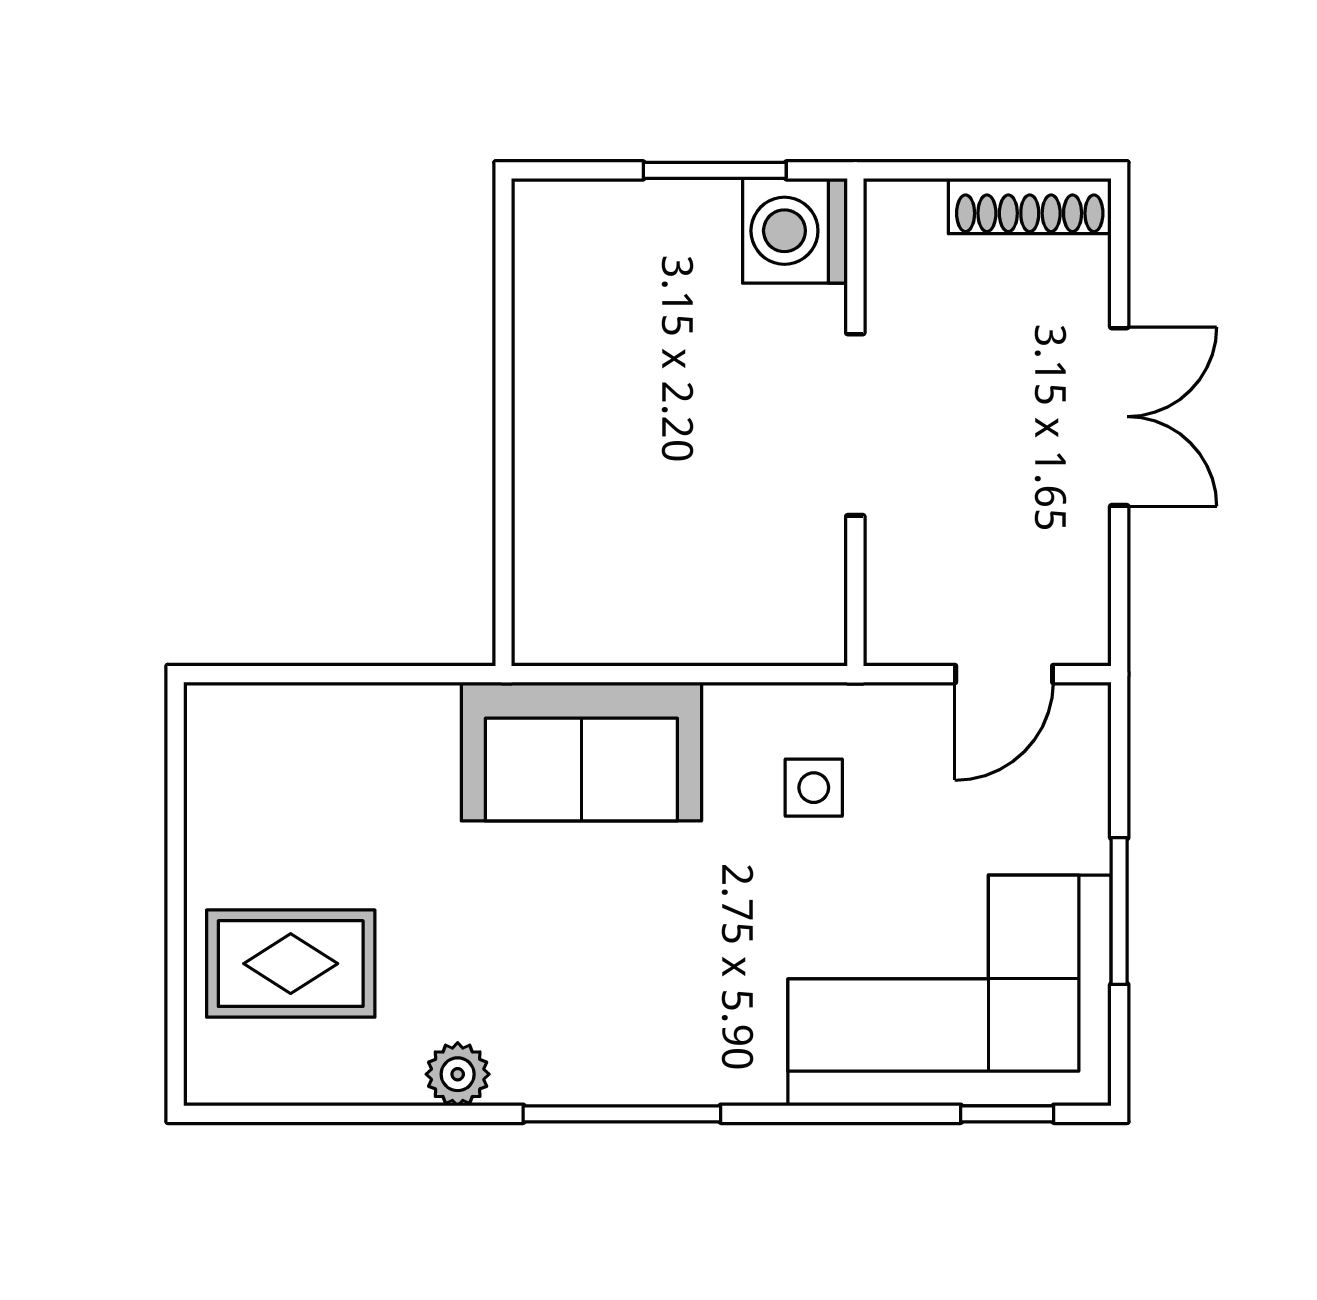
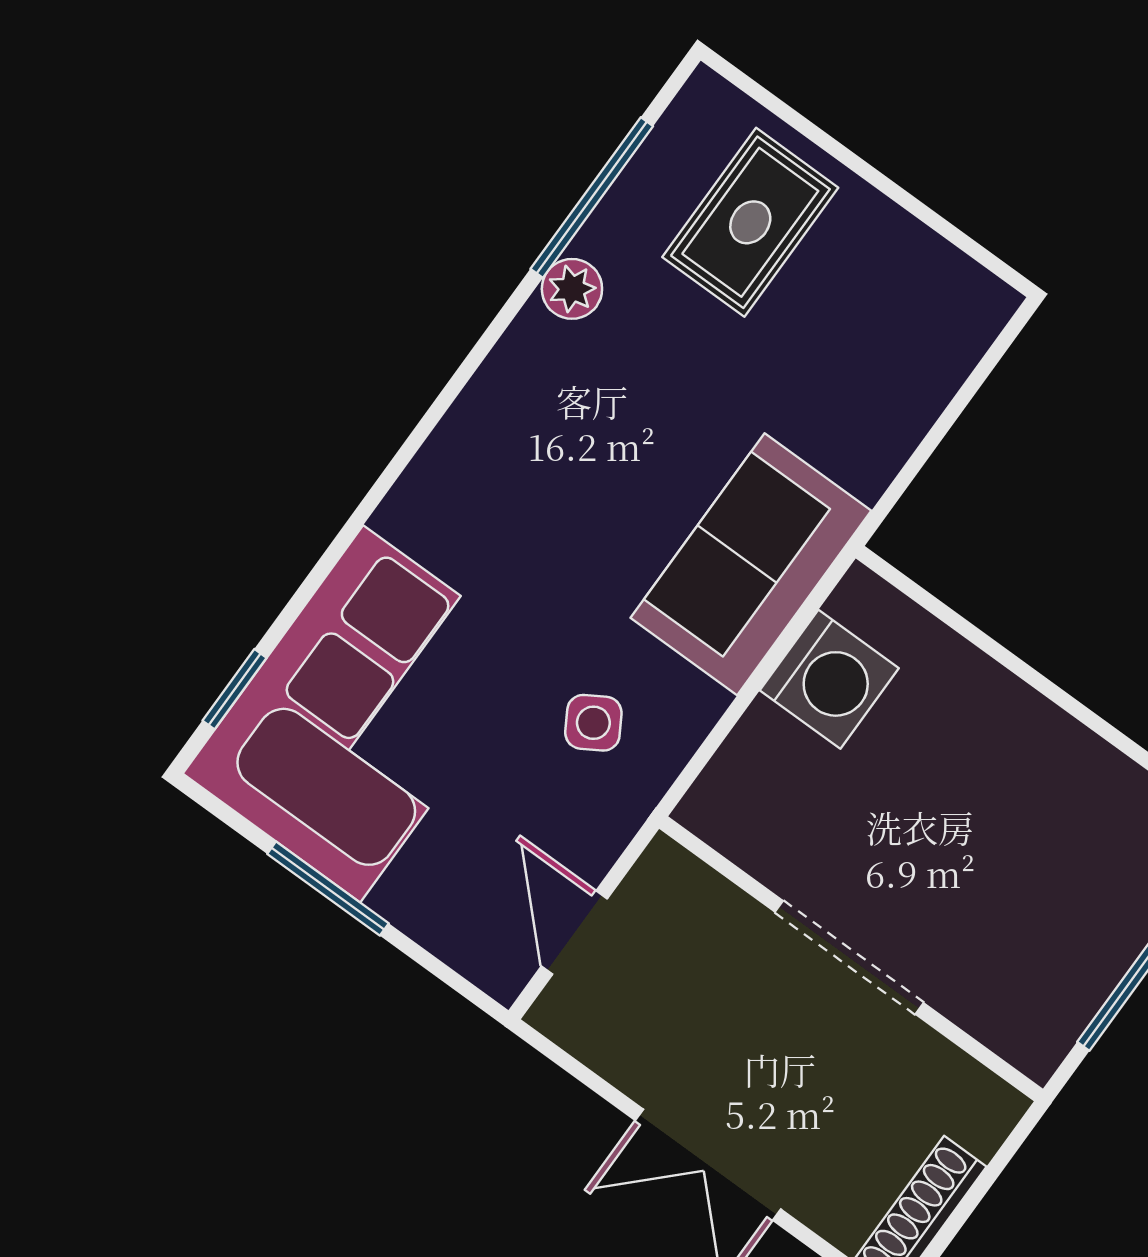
washing machine: (795, 231) -> (829, 679), moved, turned 90
side table: (814, 788) -> (593, 723), turned -31
window: (622, 1114) -> (592, 198), moved

